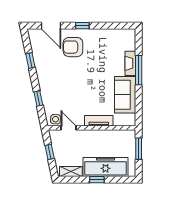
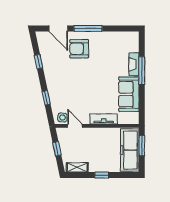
window: (82, 26) -> (88, 28), width x2.17
freezer: (106, 167) -> (130, 150), moved, turned -90

